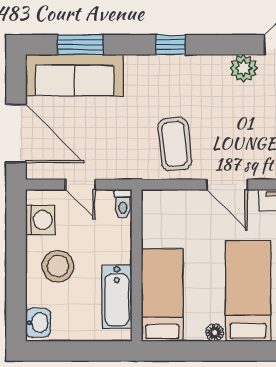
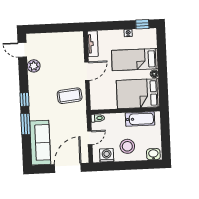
window: (80, 45) -> (26, 124), moved
bed: (162, 295) -> (138, 94), width x1.50

